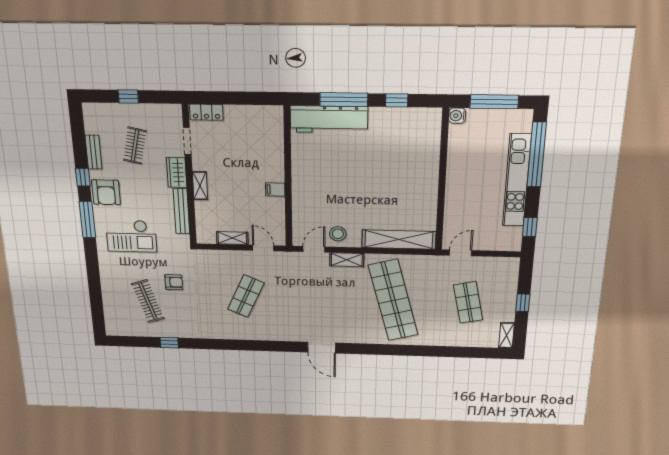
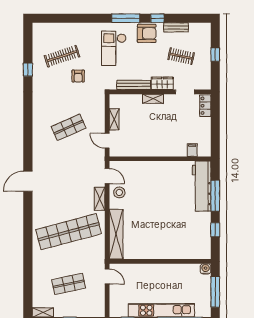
filing cabinet: (275, 189) -> (192, 150), moved
armchair: (106, 192) -> (147, 33), turned 180
door: (263, 248) -> (107, 141), swing flipped
shop shelf: (246, 296) -> (69, 127), turned -48

